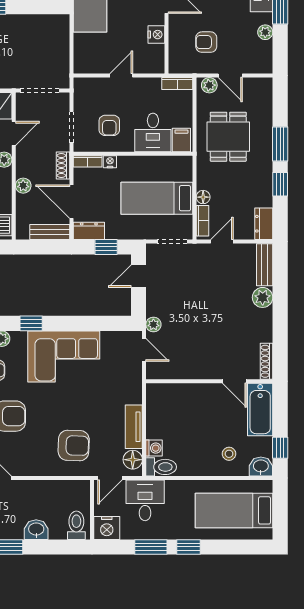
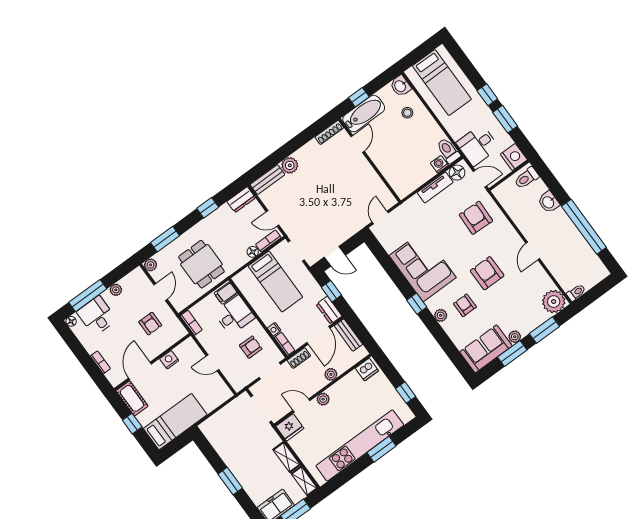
plant: (209, 85) -> (151, 265), moved
dining table: (228, 137) -> (201, 264), turned 90
window: (280, 144) -> (165, 239), moved
plant: (153, 324) -> (359, 223), removed
window: (280, 448) -> (359, 97), moved

